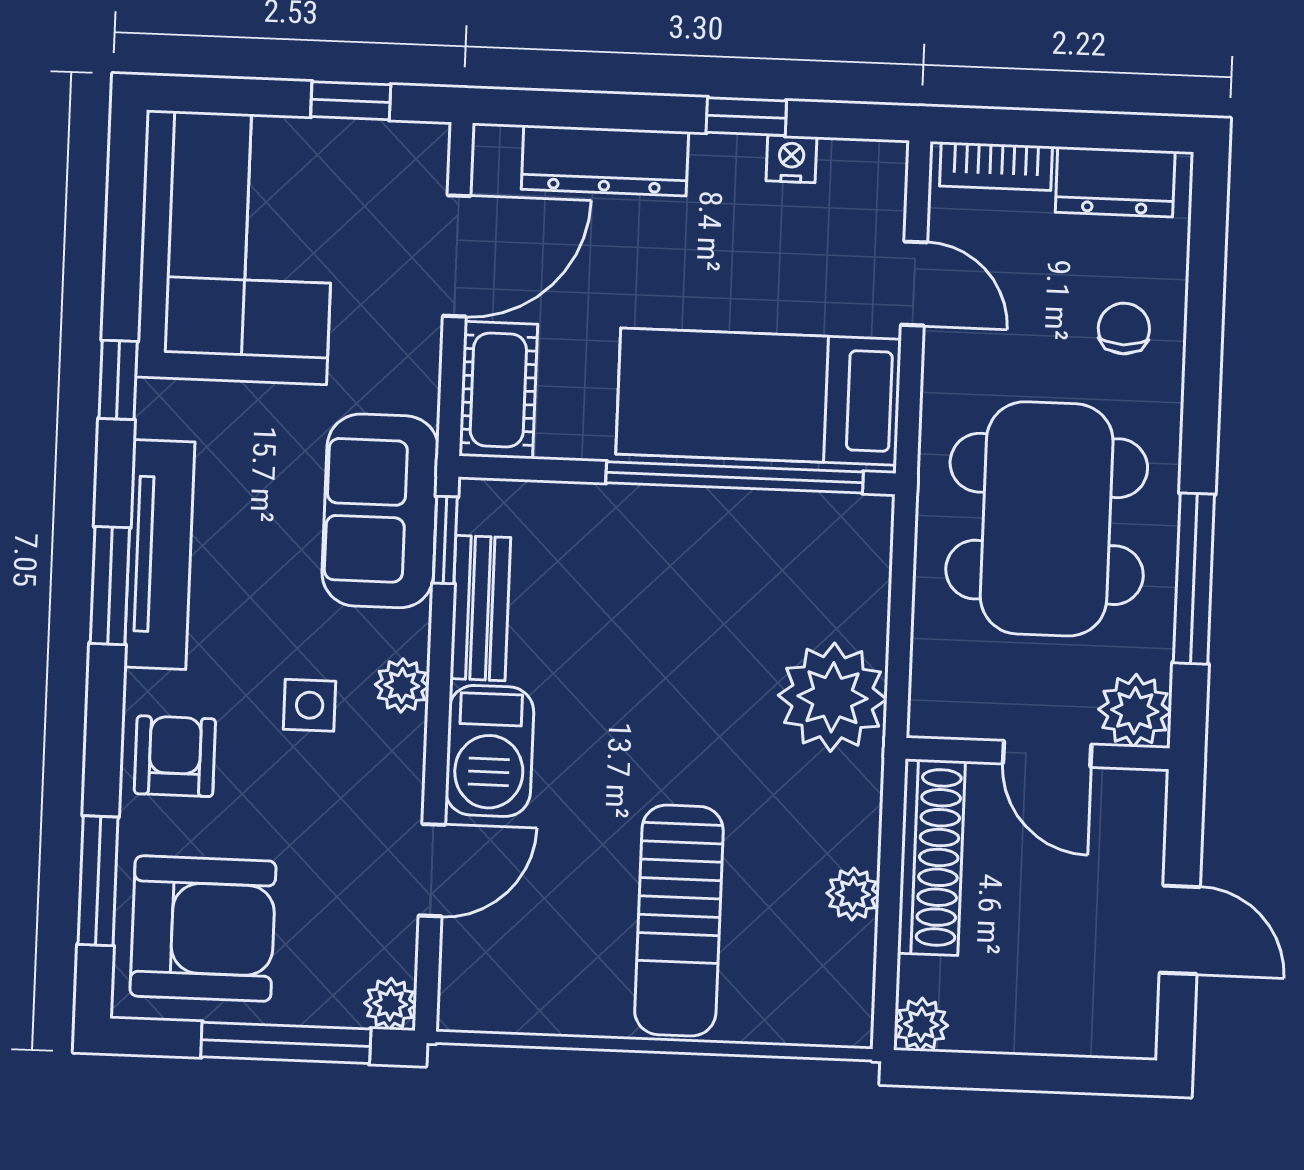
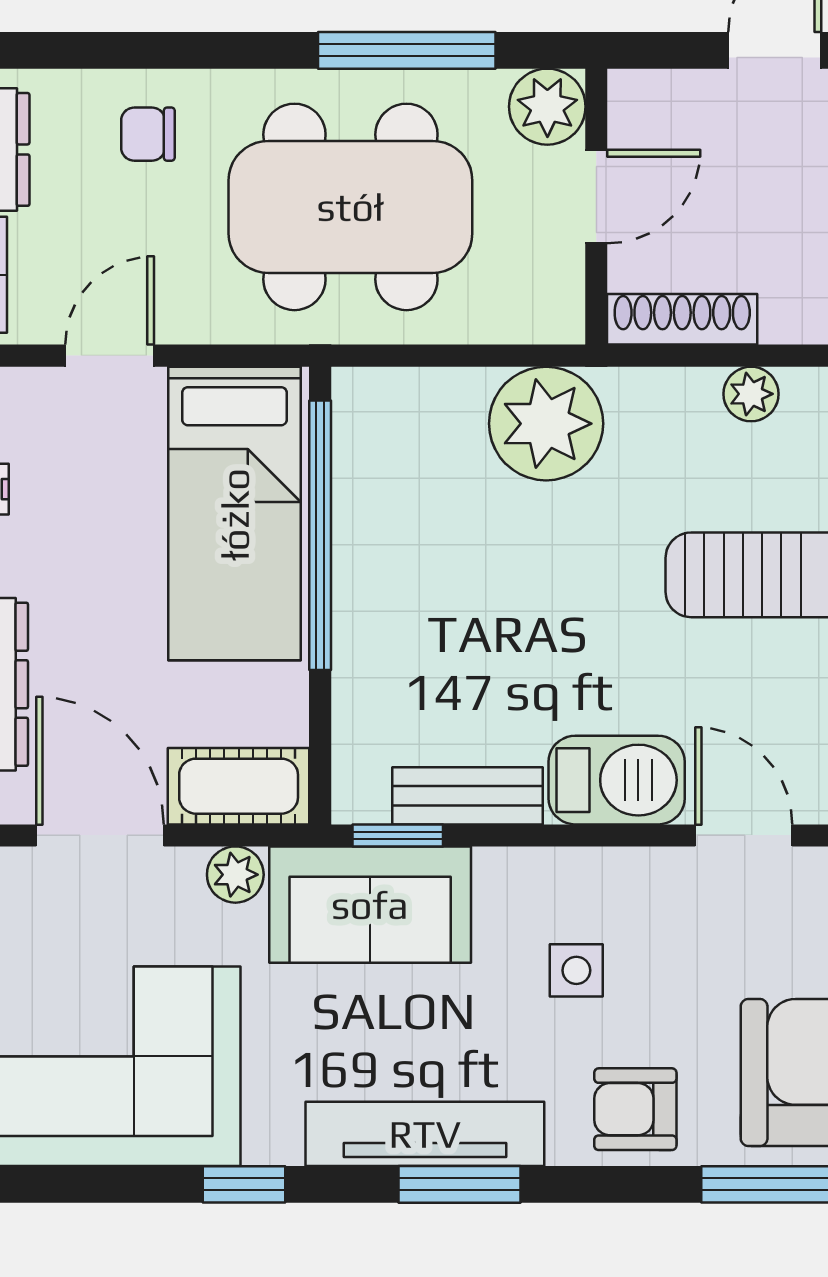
plant: (402, 685) -> (235, 875), moved
shoe rack: (931, 857) -> (682, 319), width x0.74, depth x0.81

